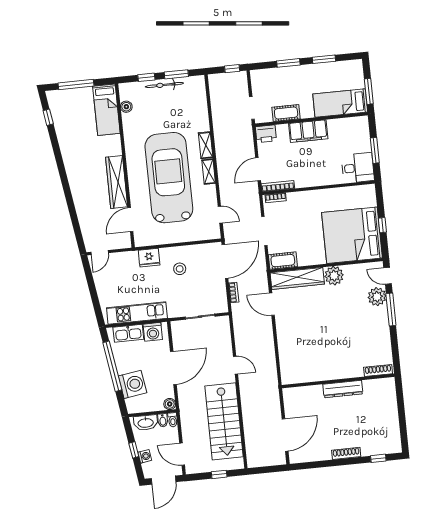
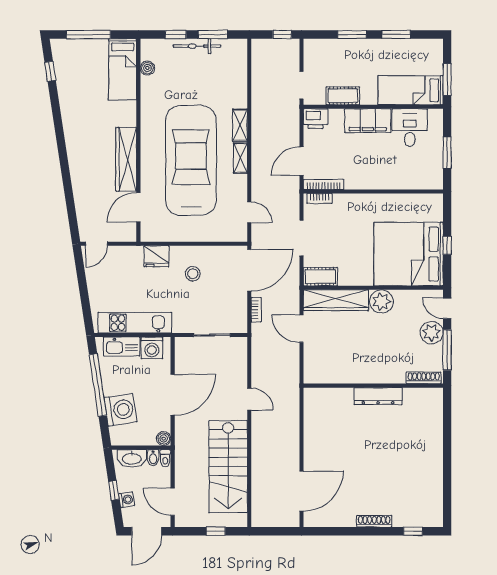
desk: (358, 168) -> (410, 128), moved, turned -90
shoe rack: (378, 371) -> (424, 378), moved
wall: (338, 381) -> (373, 386), moved
dresser: (343, 389) -> (378, 396), moved

